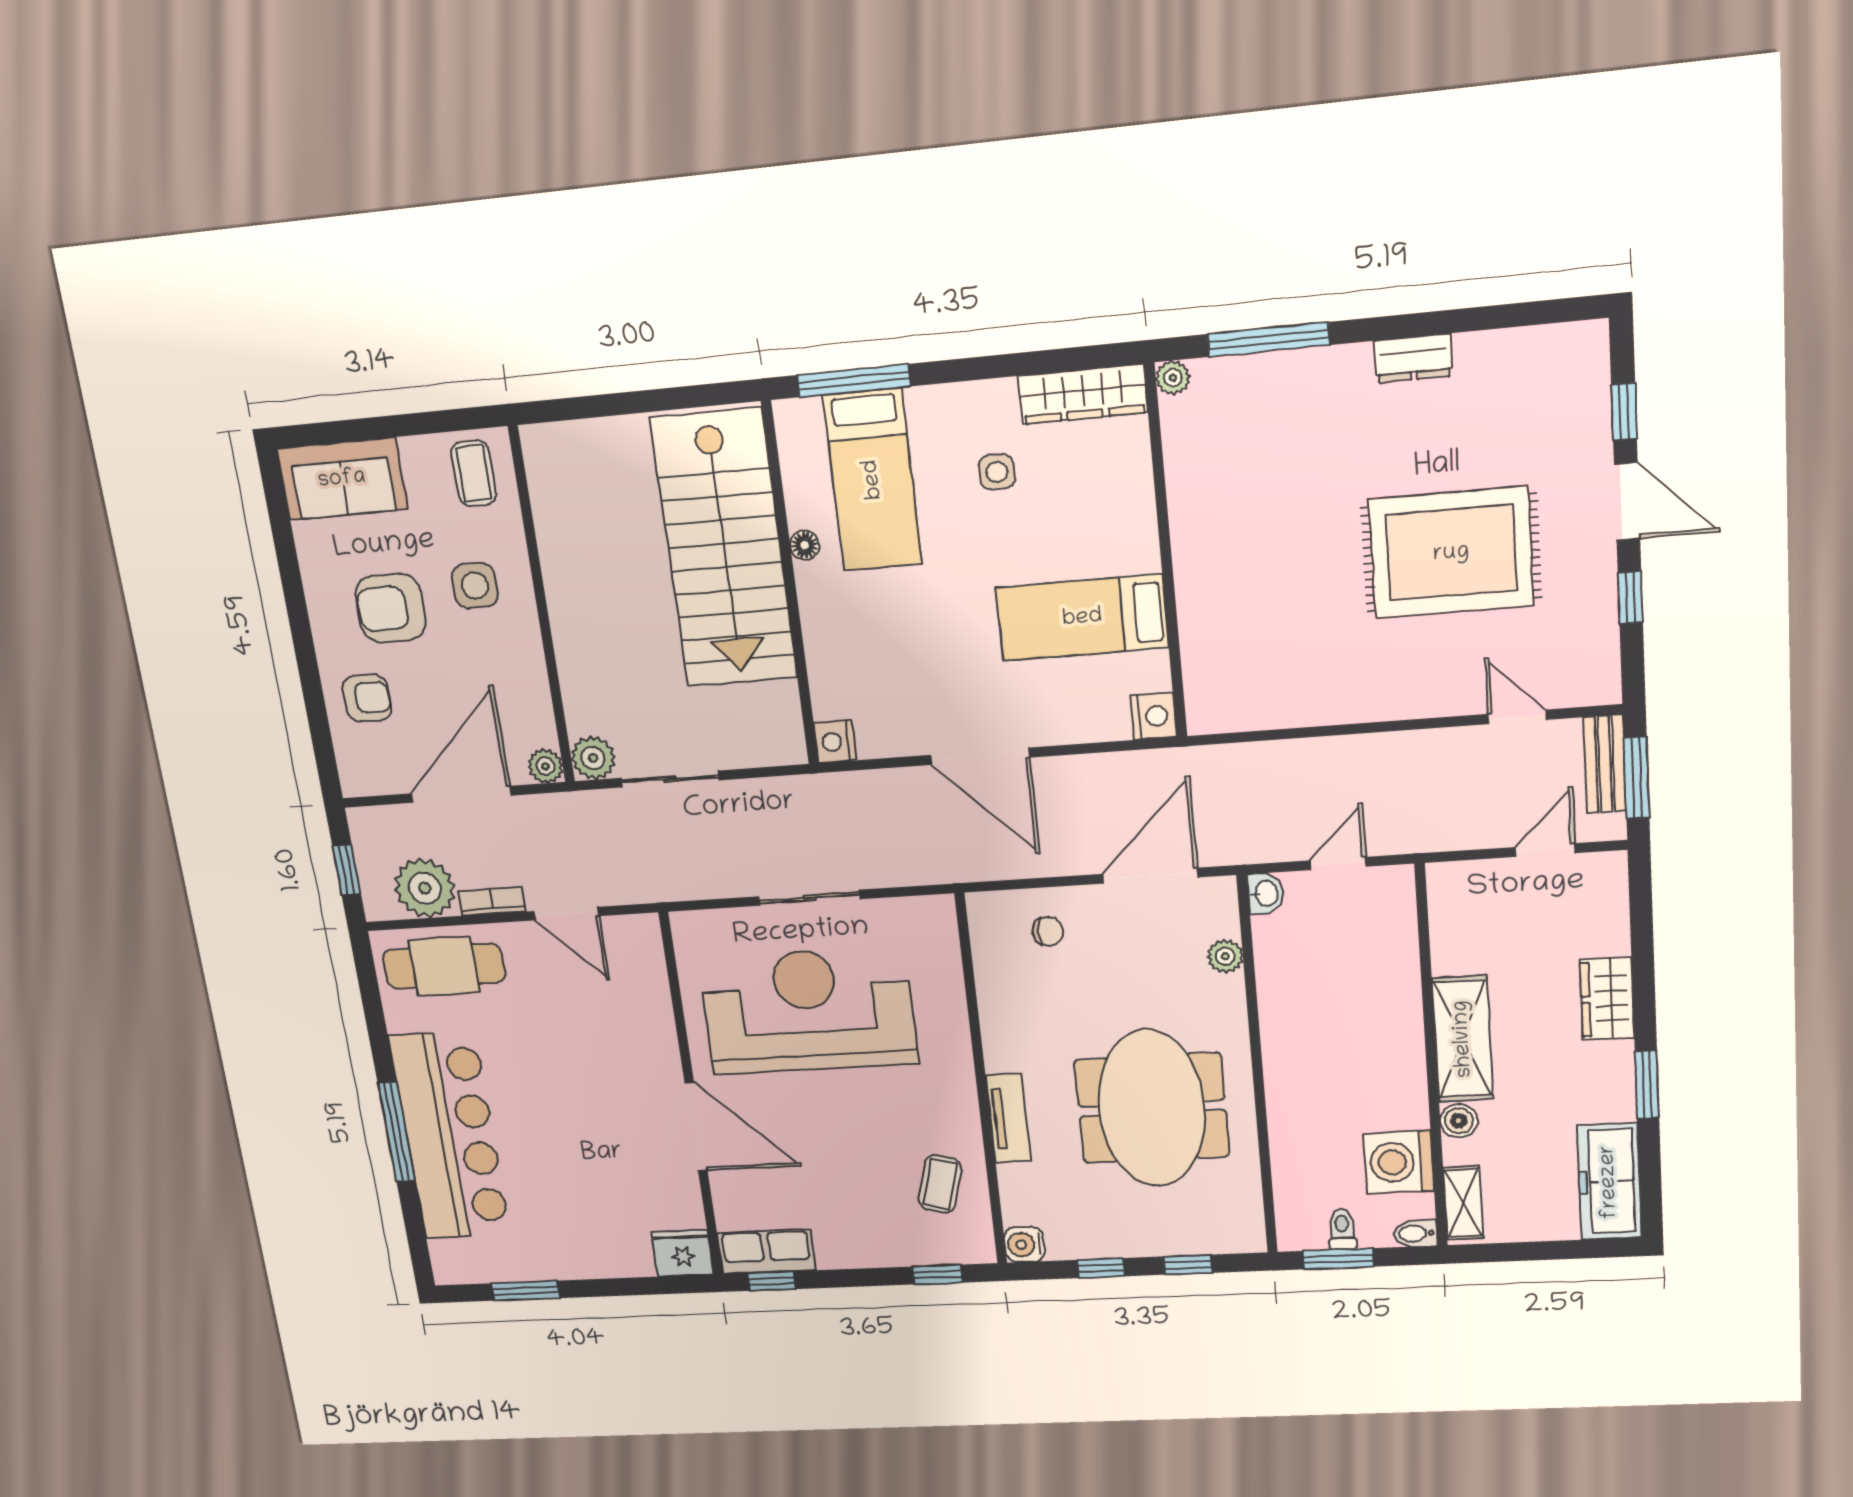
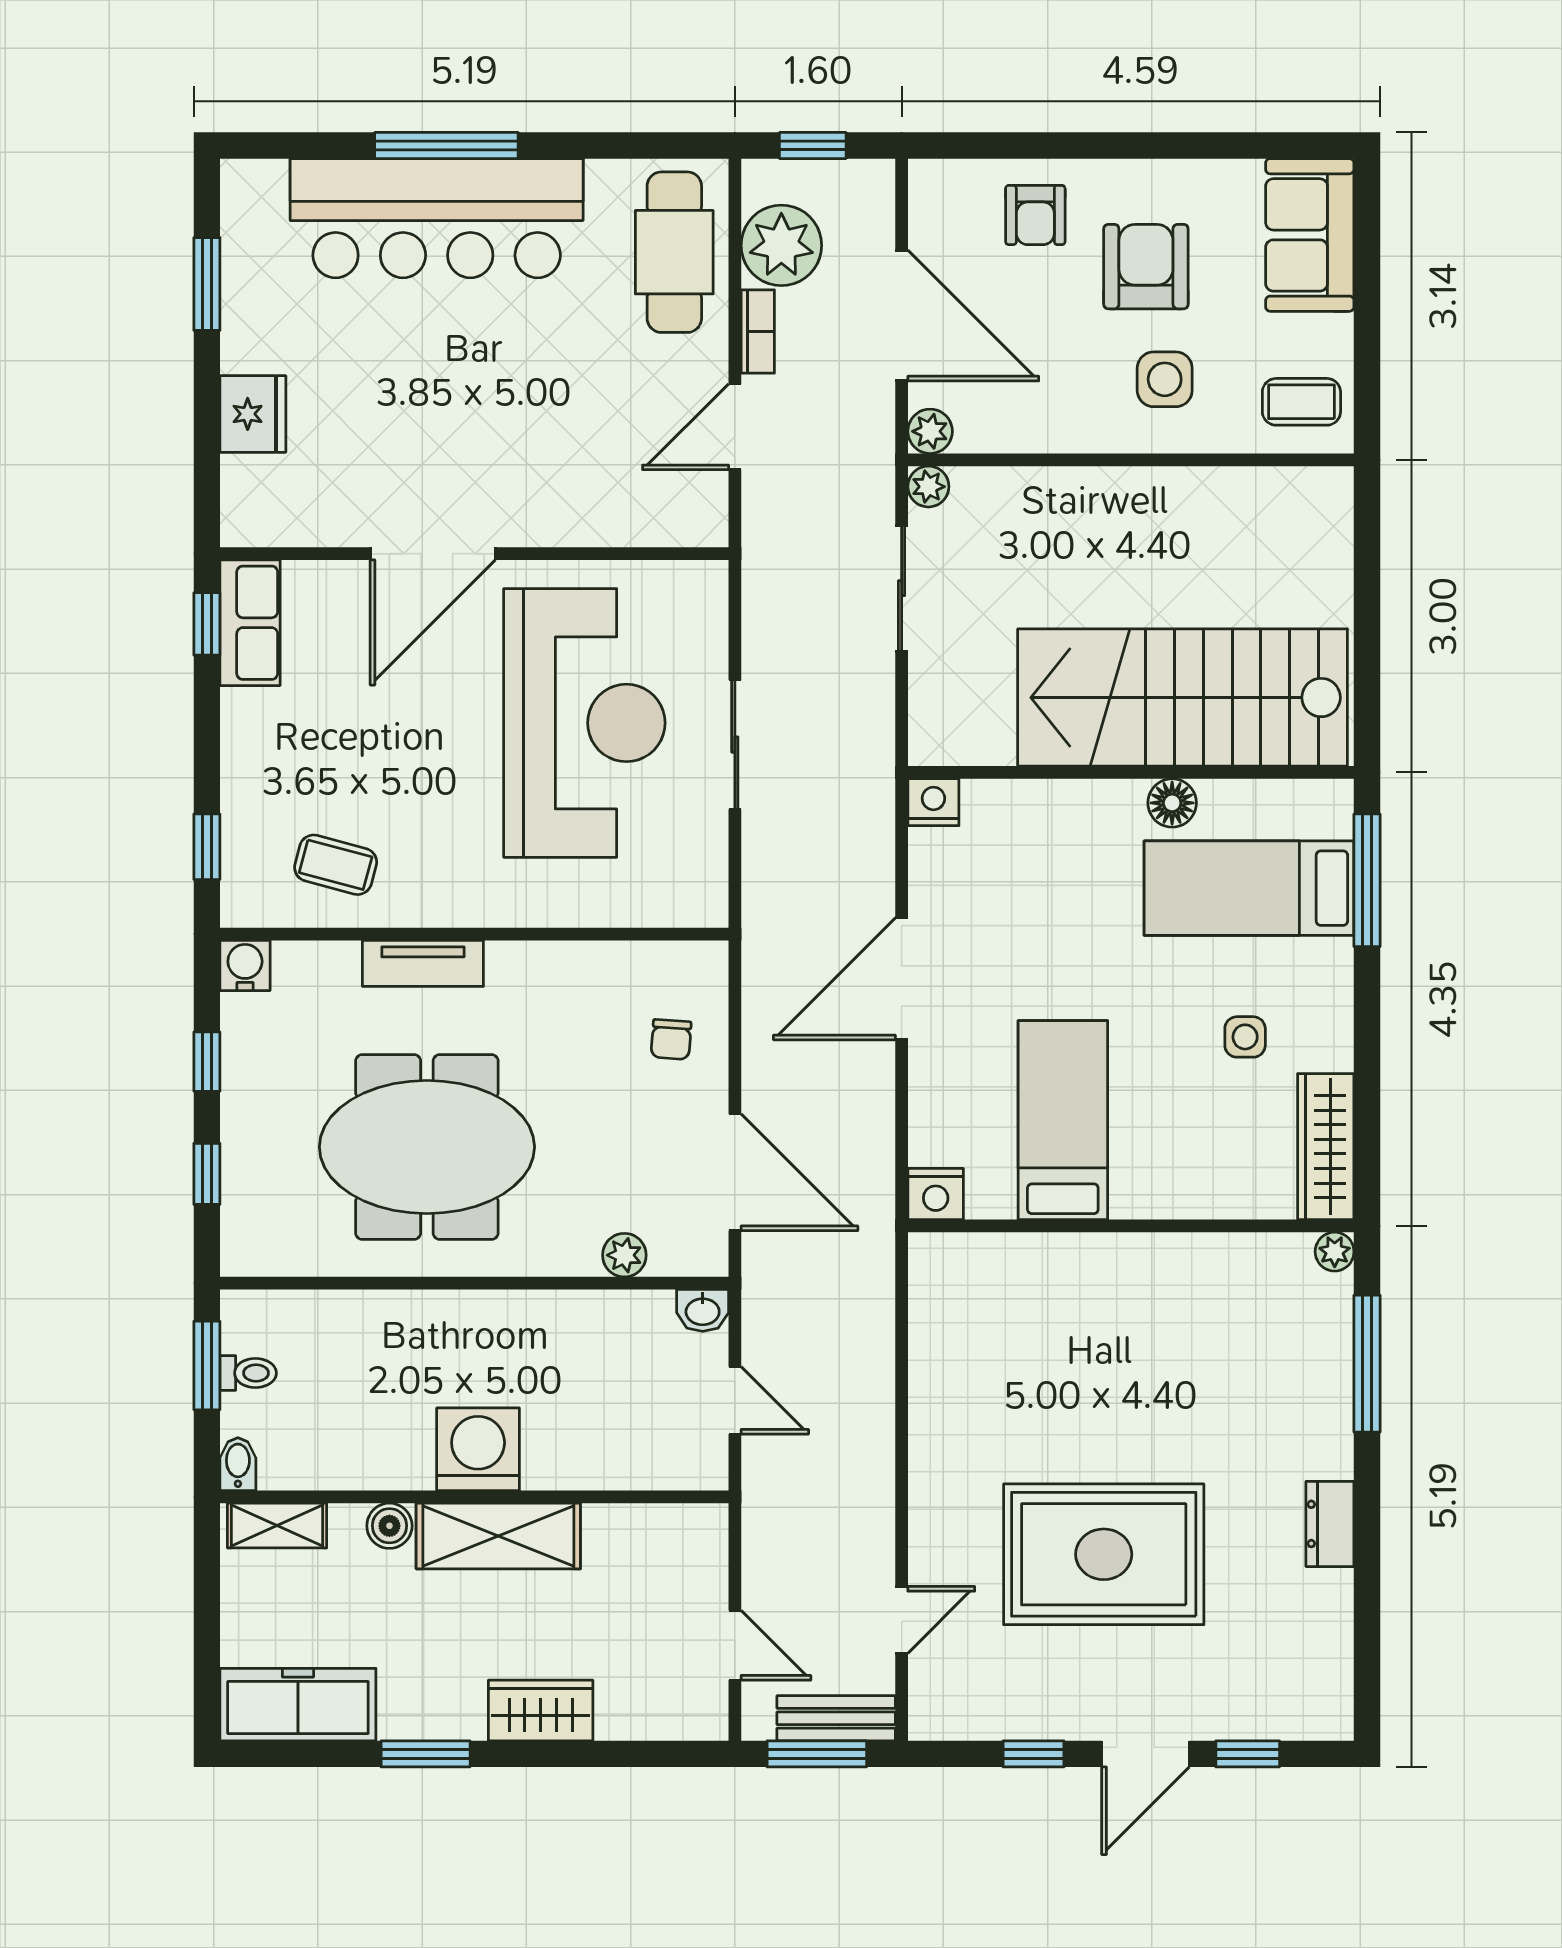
floor lamp: (805, 545) -> (1172, 803), width x1.37, depth x1.37
rug: (1451, 553) -> (1104, 1554), turned 90
plant: (593, 758) -> (928, 487), width x0.73, depth x0.73
washing machine: (1399, 1162) -> (478, 1449), moved
fridge: (683, 1253) -> (253, 414), moved

